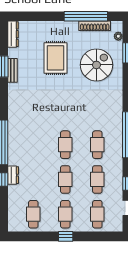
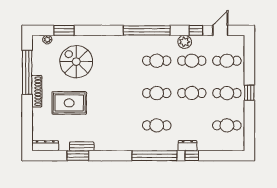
shoe rack: (95, 26) -> (37, 91), moved
cafe table: (33, 145) -> (157, 125), added
plant: (116, 172) -> (185, 42), added

